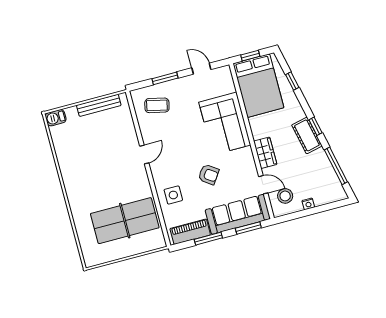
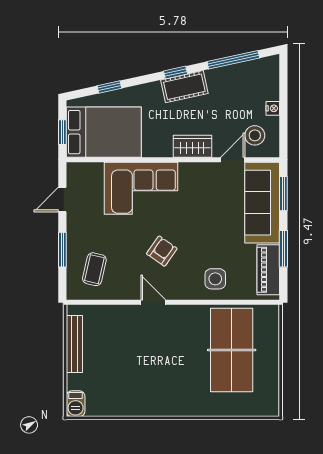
armchair: (209, 175) -> (162, 251), moved

